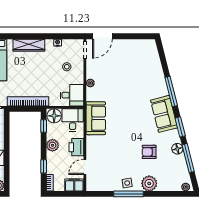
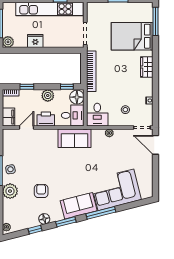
wardrobe: (29, 45) -> (147, 67), width x0.67
corner sofa: (148, 76) -> (116, 190), added
window: (188, 158) -> (35, 230), width x0.46
door: (85, 167) -> (26, 128), hinge flipped

